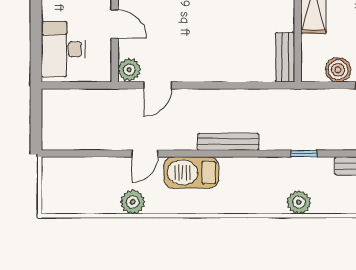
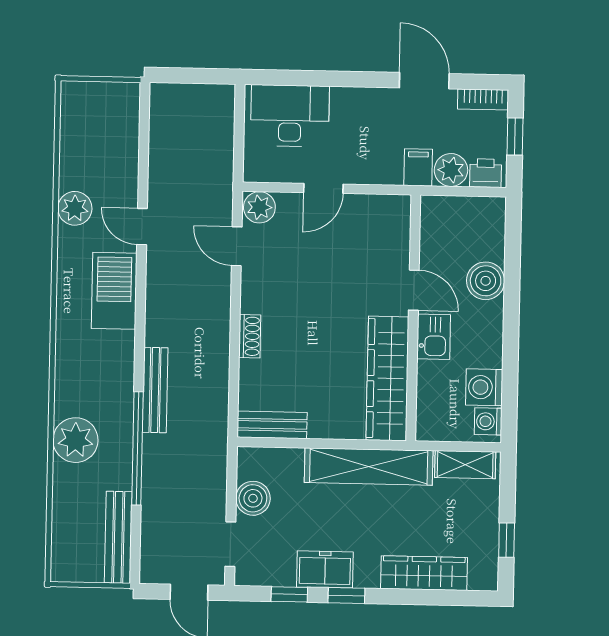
shoe rack: (222, 75) -> (250, 336), added
bench: (228, 142) -> (155, 390), moved
window: (304, 153) -> (137, 448), width x3.17
plant: (299, 202) -> (75, 440), width x1.36, depth x1.36

